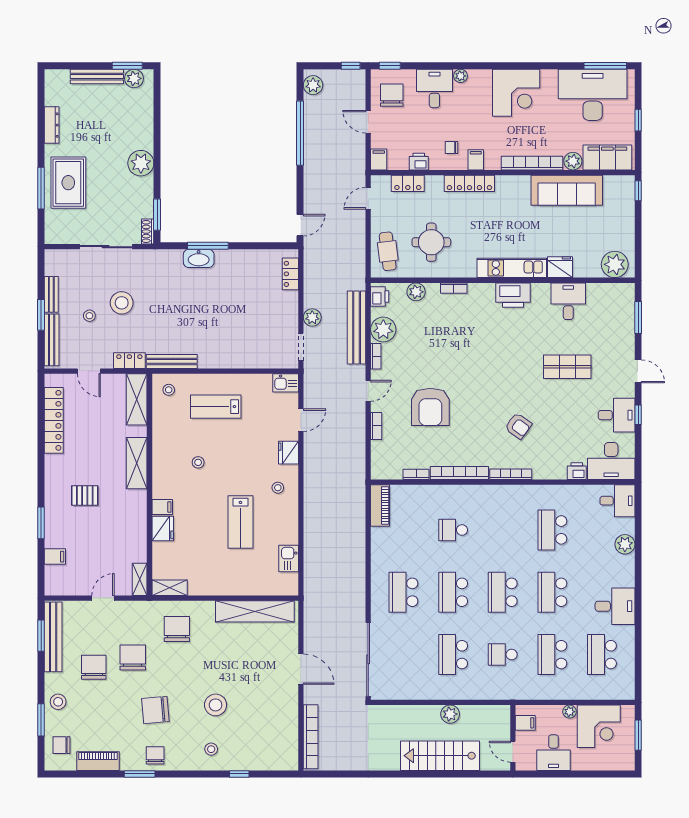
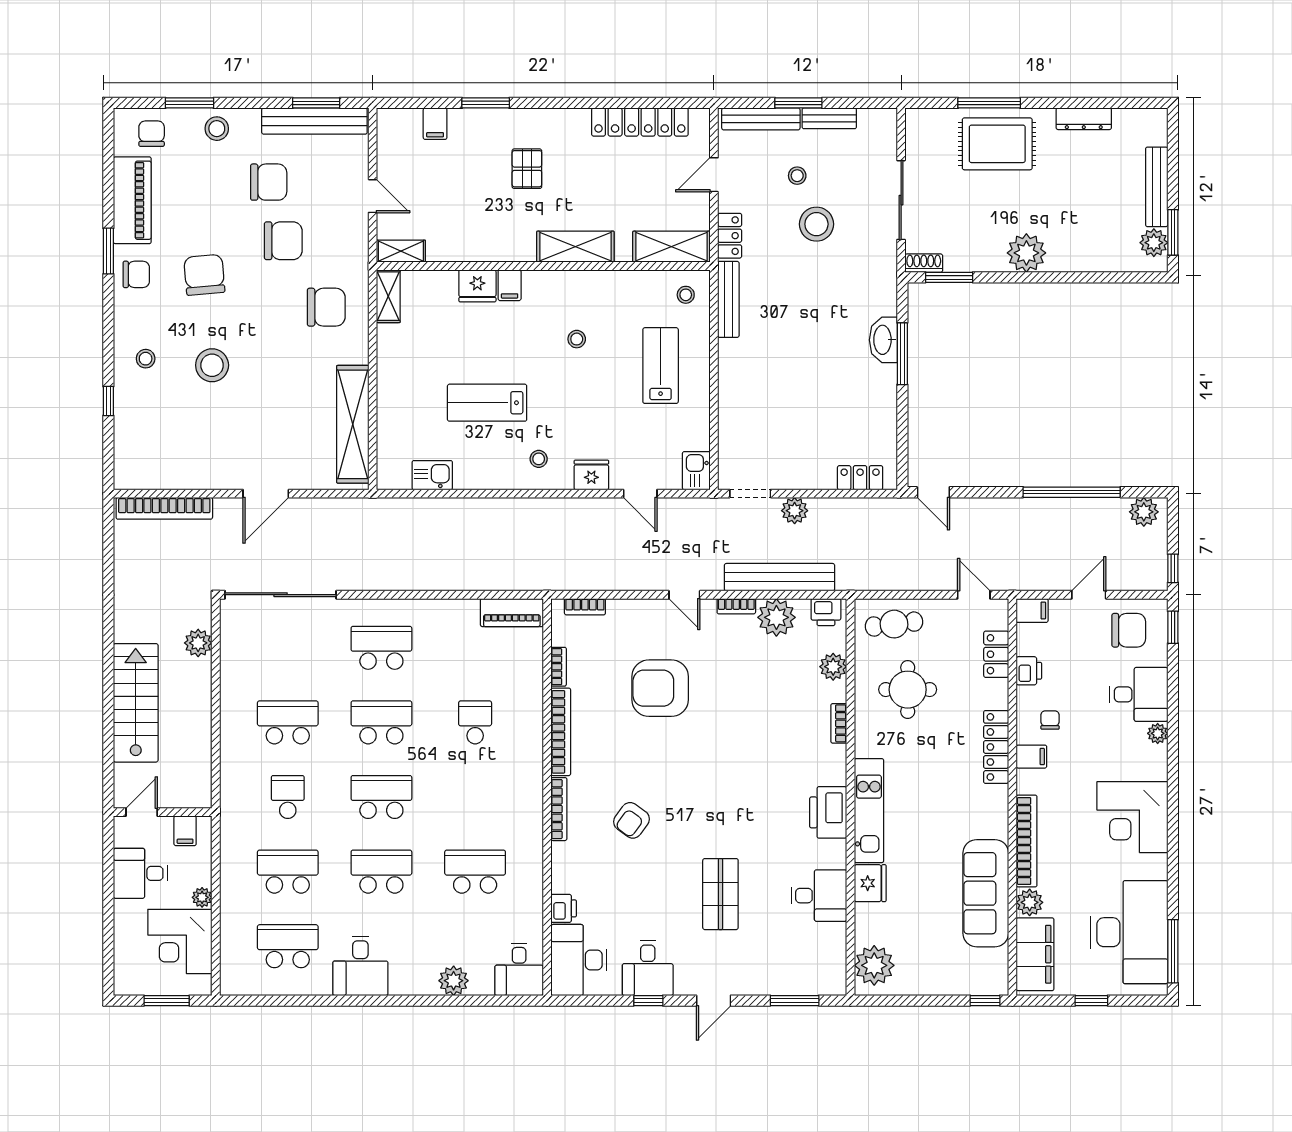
bookcase: (376, 426) -> (585, 607), moved
plant: (450, 714) -> (198, 643), moved
piano: (98, 761) -> (132, 200), width x1.37, depth x1.33

